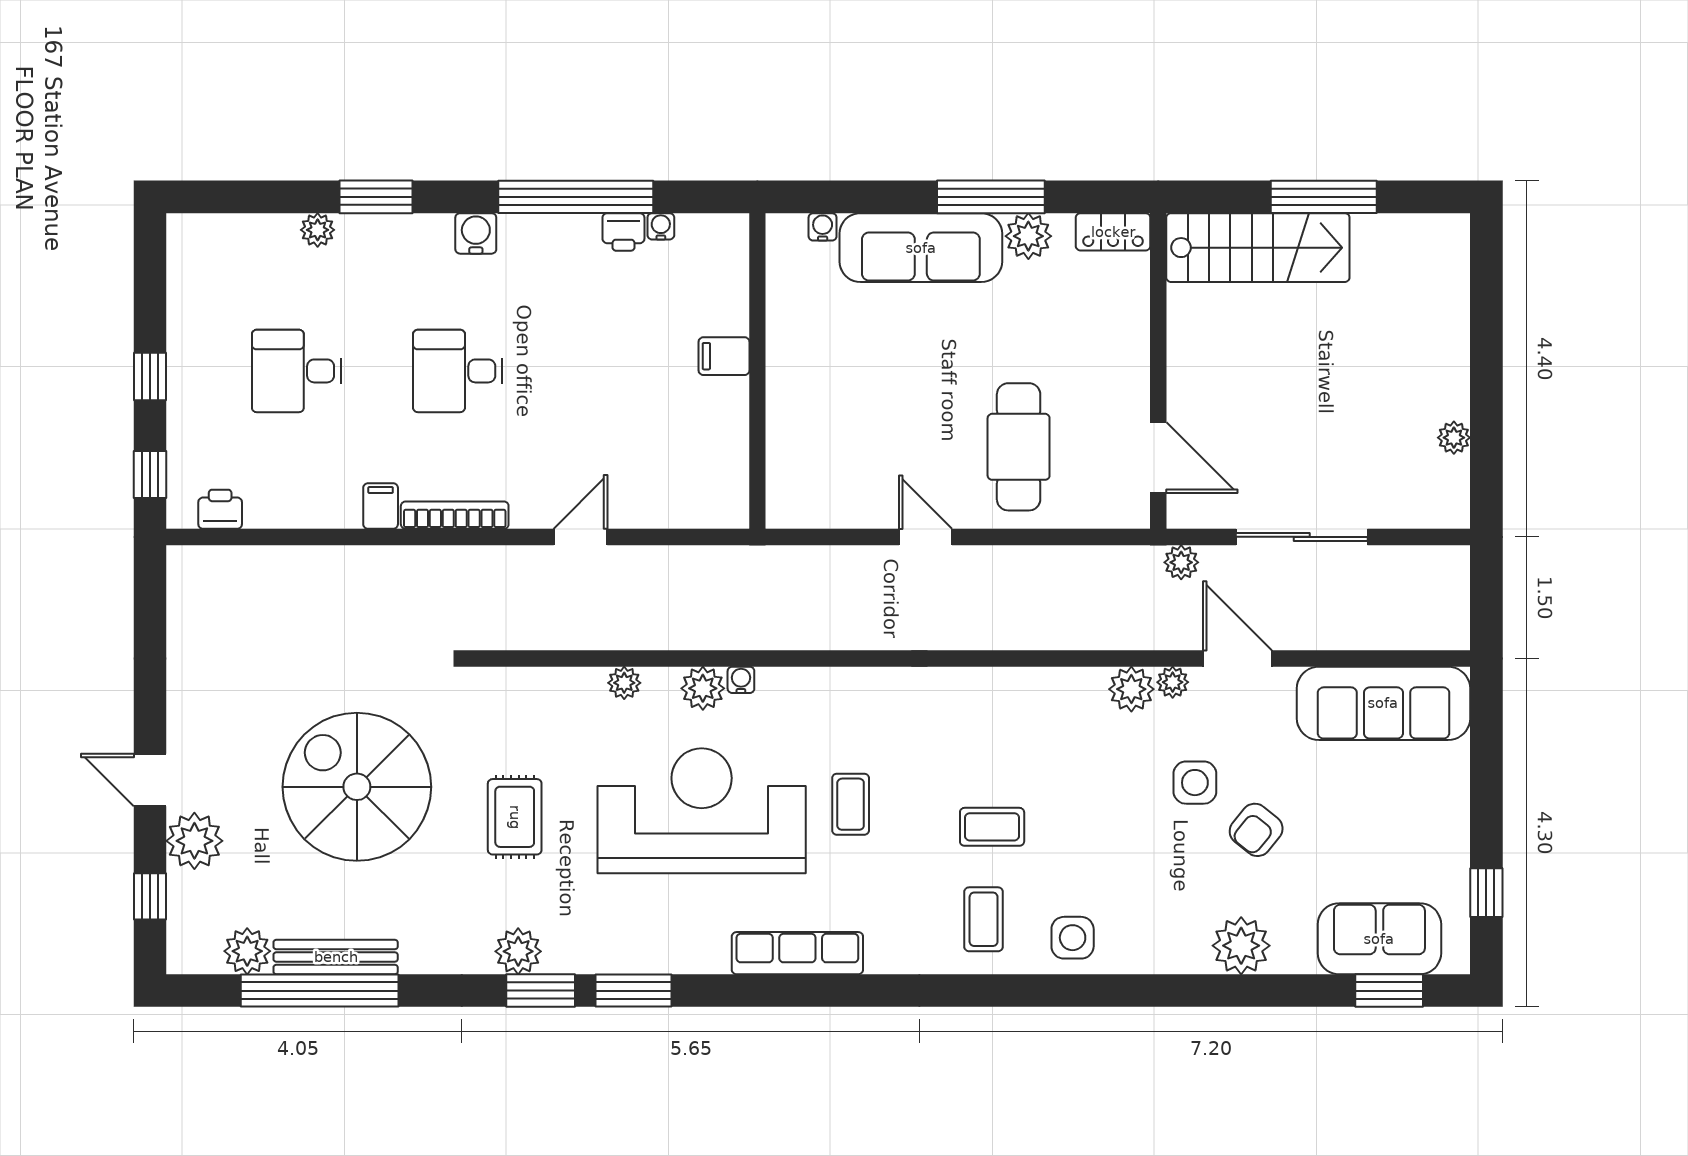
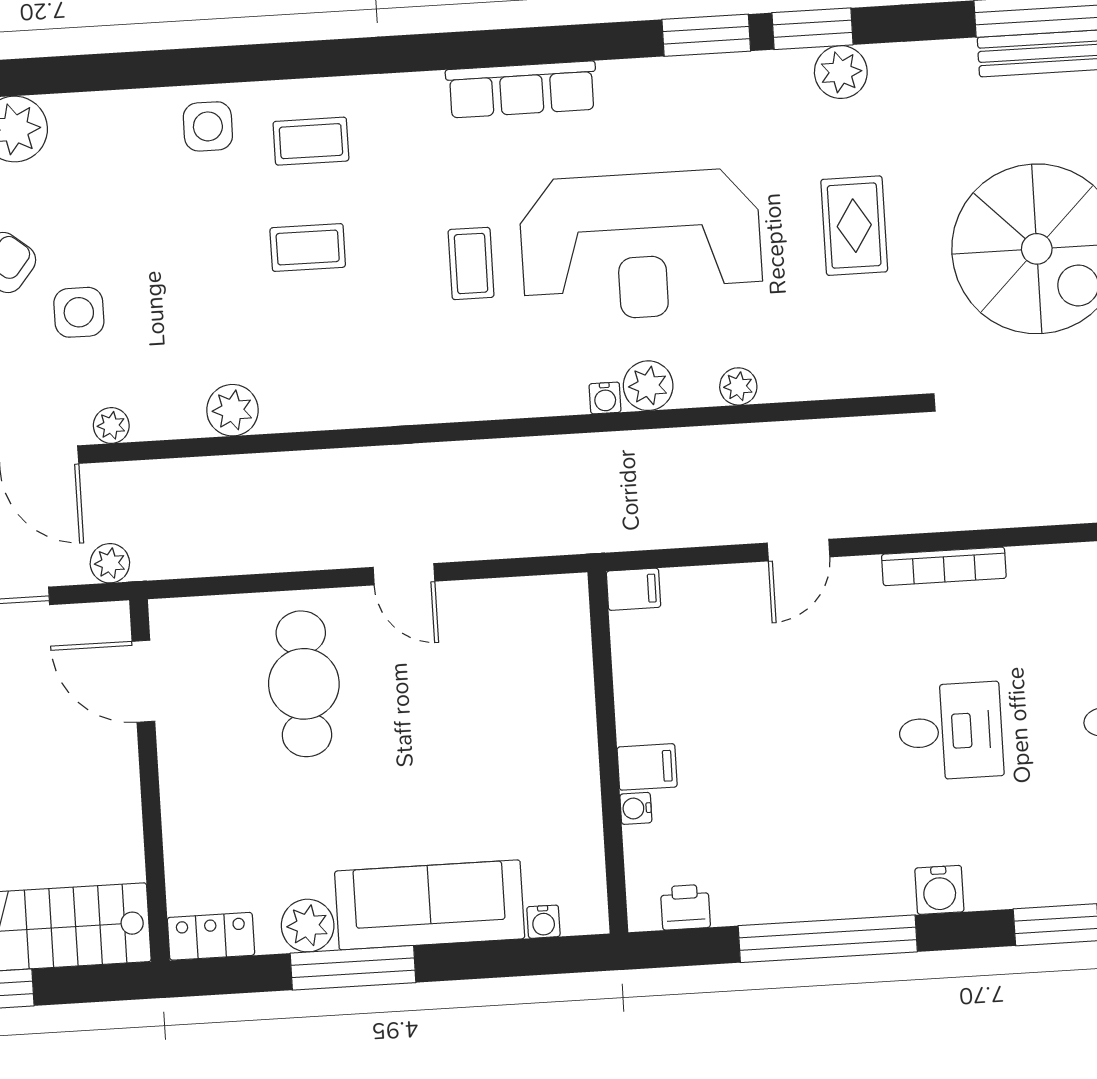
water cooler: (661, 226) -> (636, 808), moved, turned 90
printer: (623, 232) -> (685, 907), moved
filing cabinet: (381, 506) -> (633, 589), moved, turned -90
plant: (1131, 689) -> (232, 410), moved
coffee table: (984, 919) -> (311, 141), turned 90

